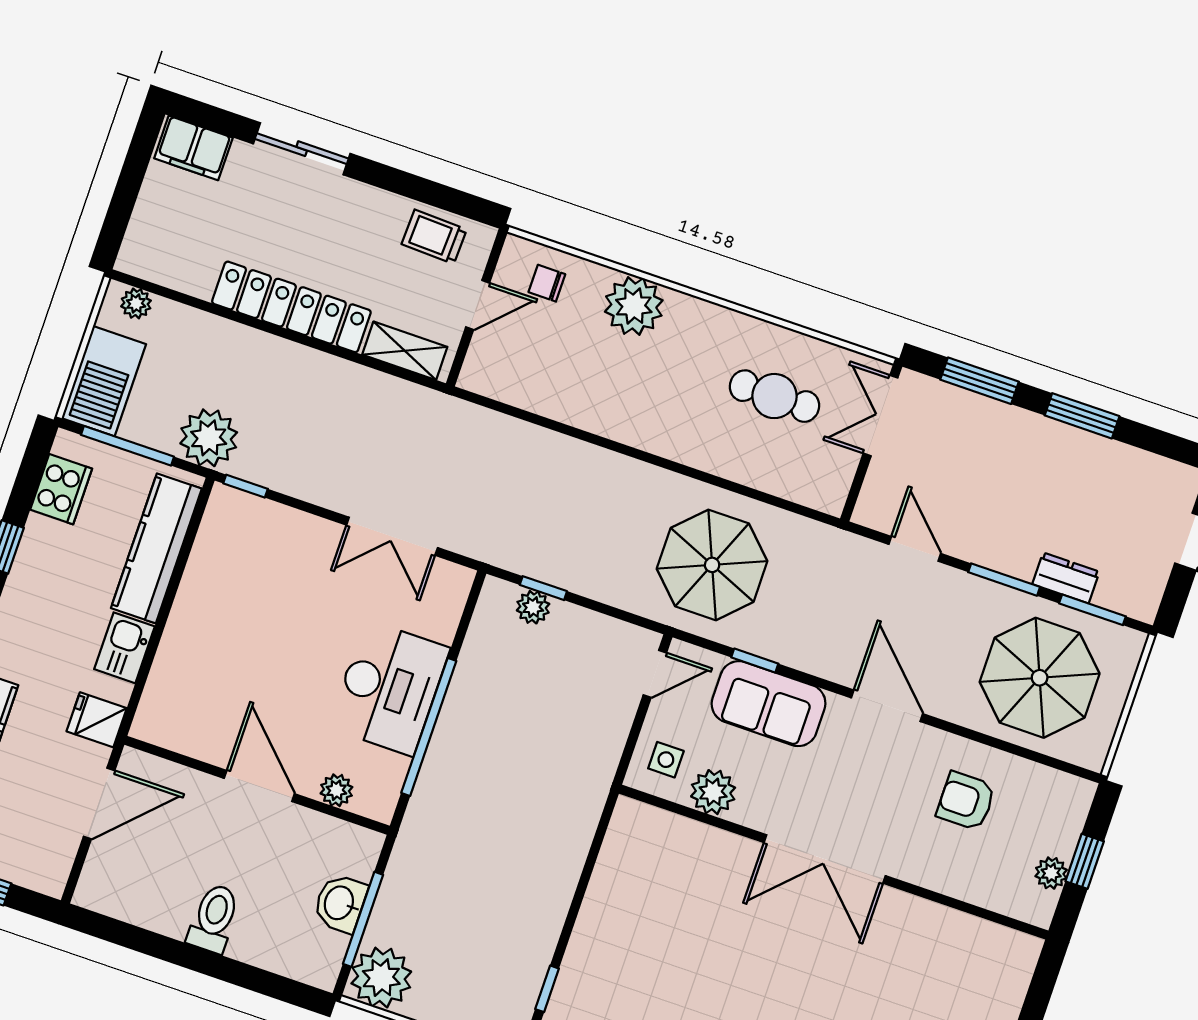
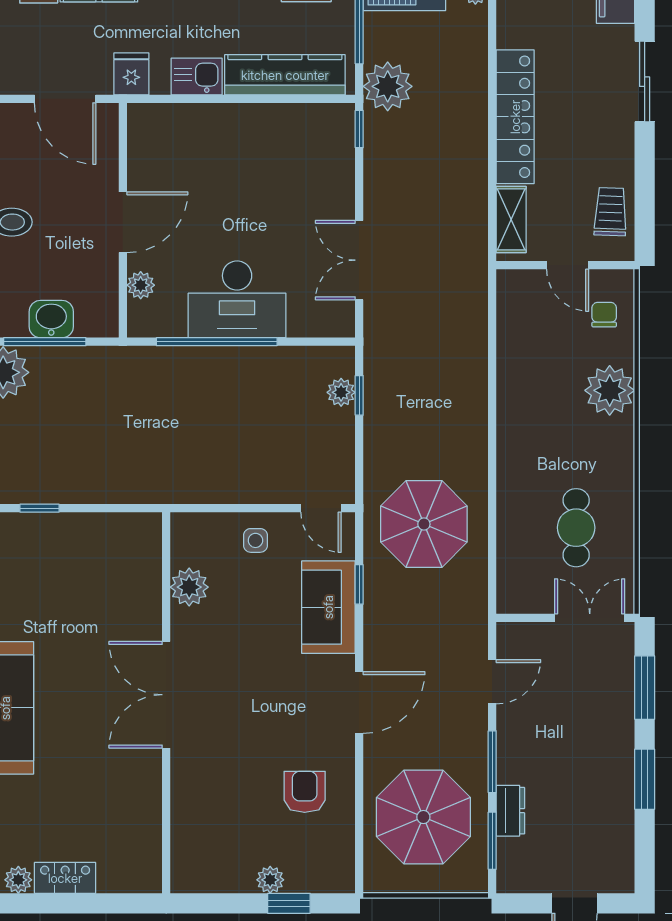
plant: (713, 792) -> (189, 587), moved
double door: (825, 859) -> (166, 695), moved
wall: (834, 862) -> (166, 703), moved

